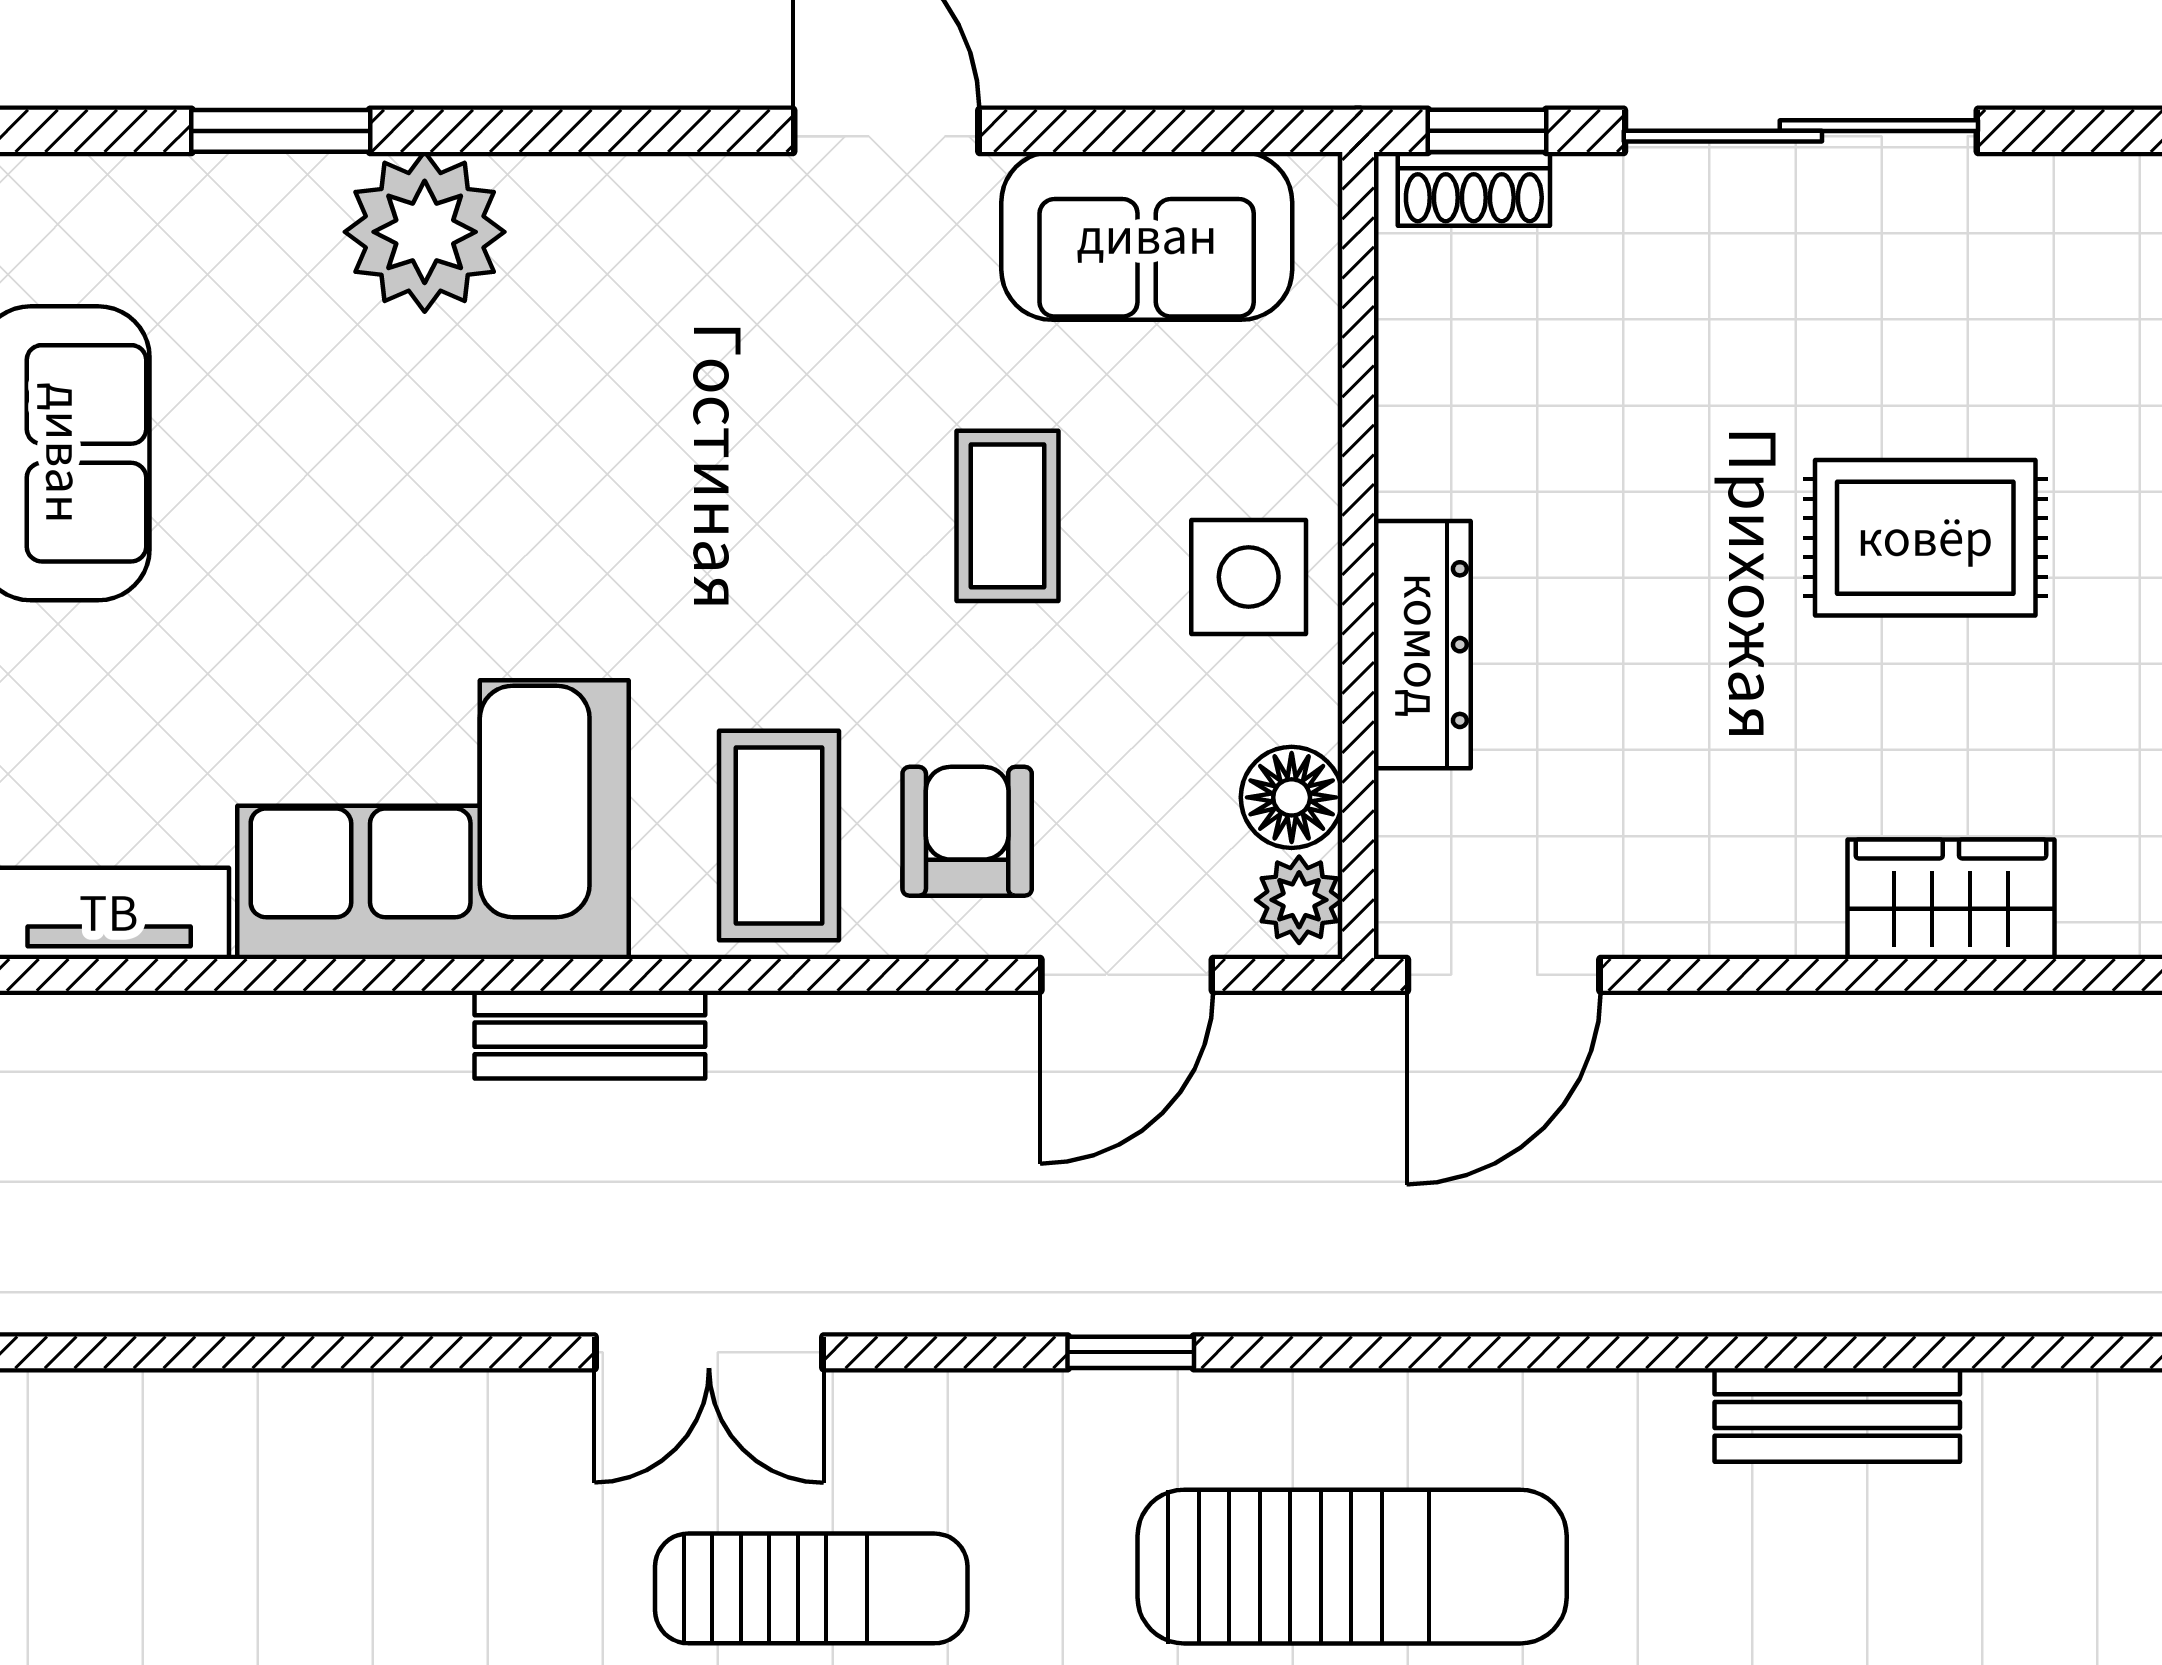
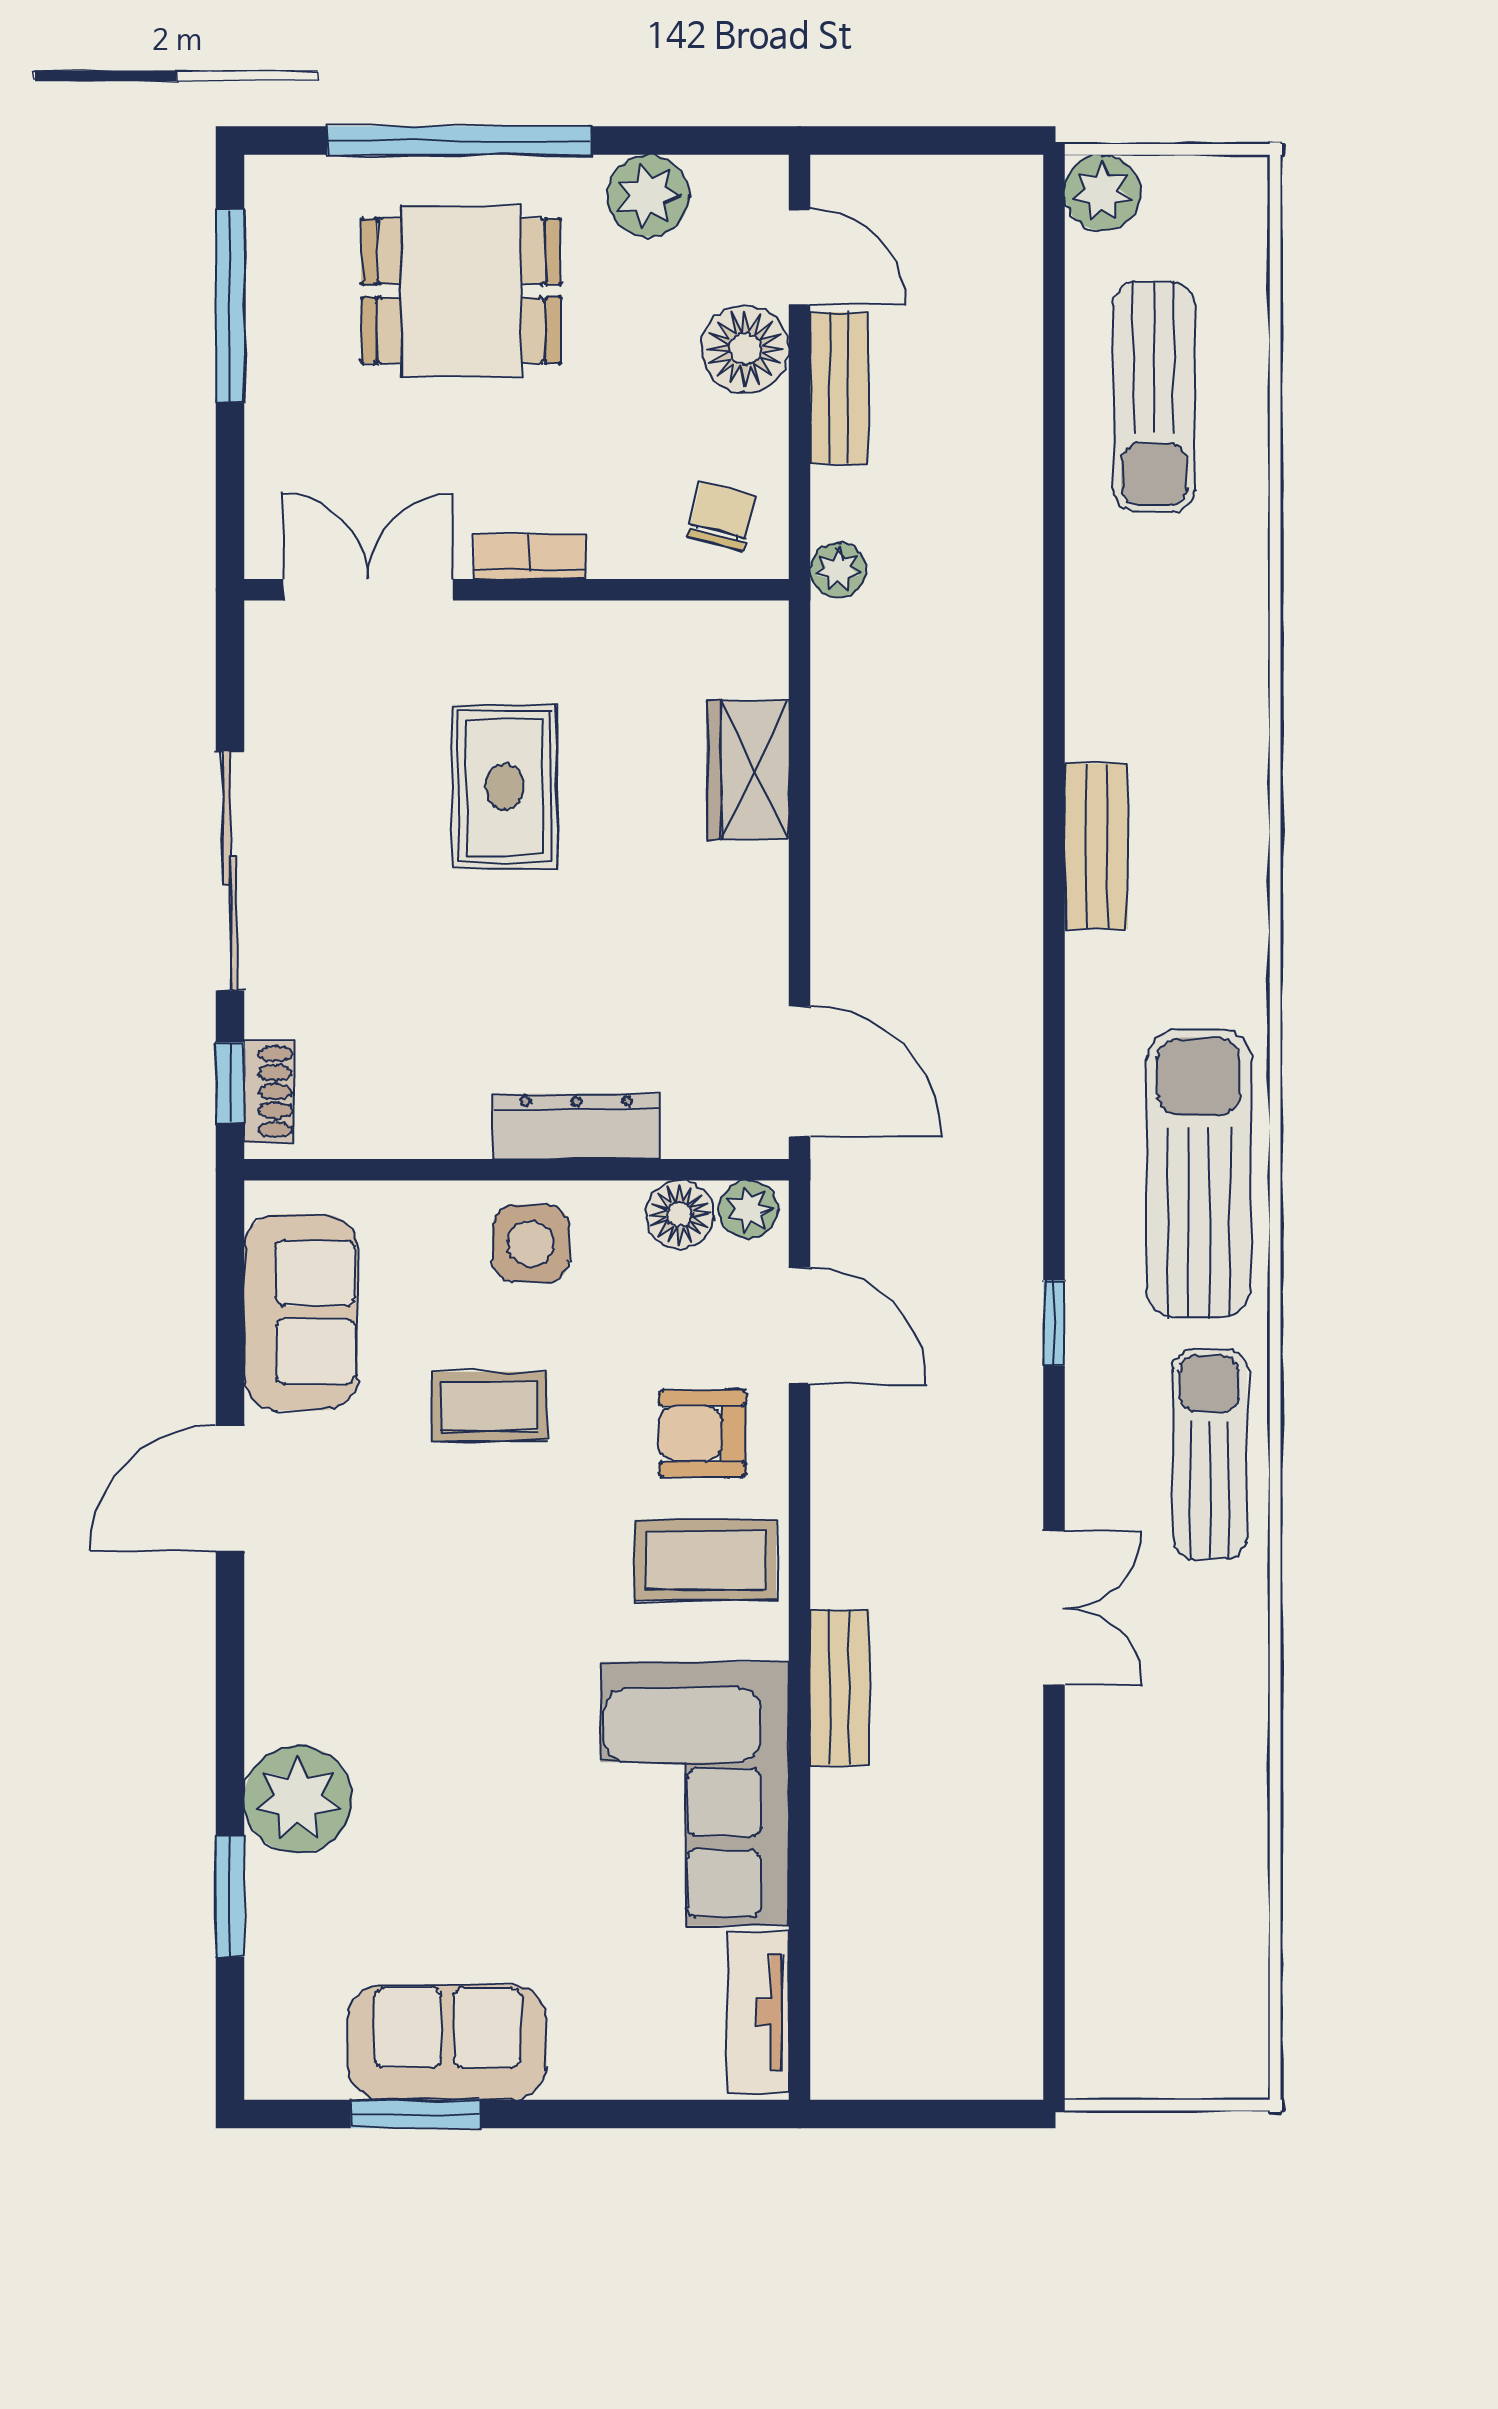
sun lounger: (811, 1588) -> (1210, 1454), moved

